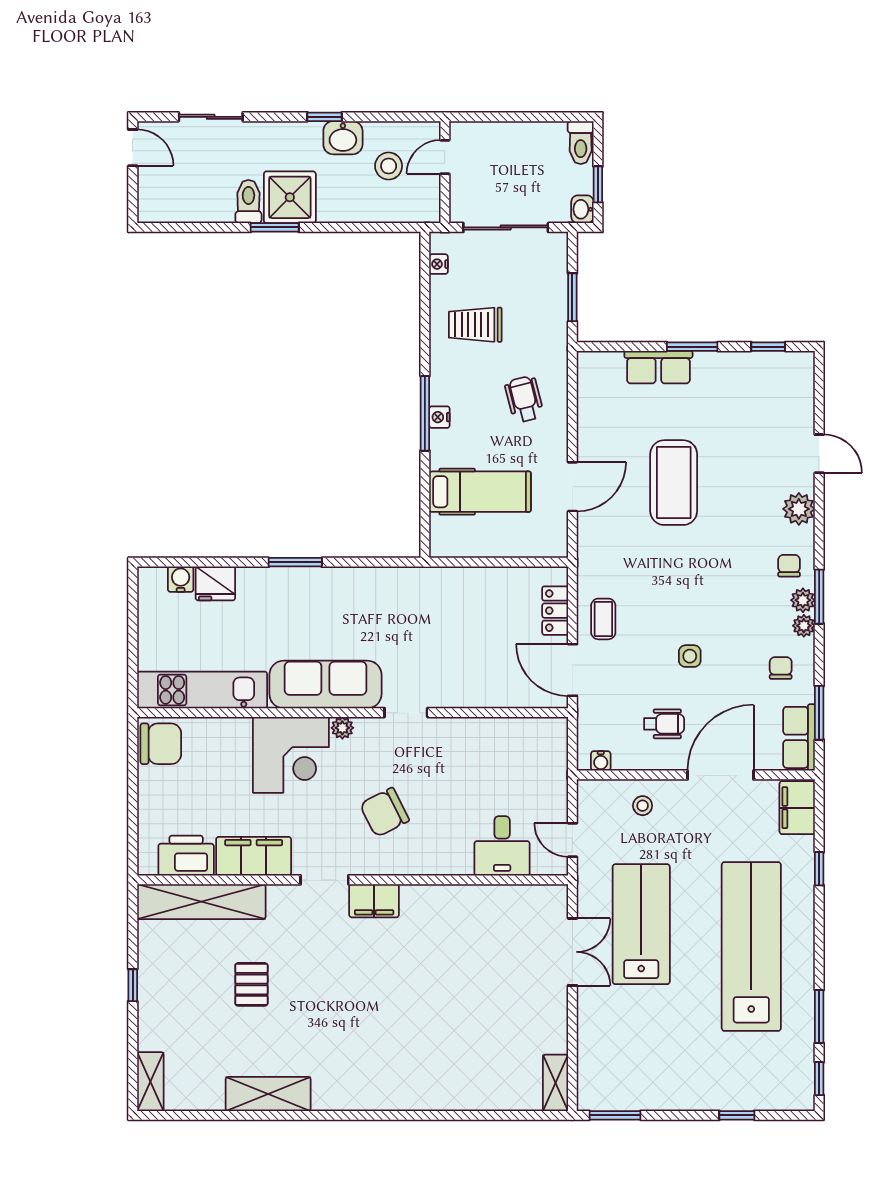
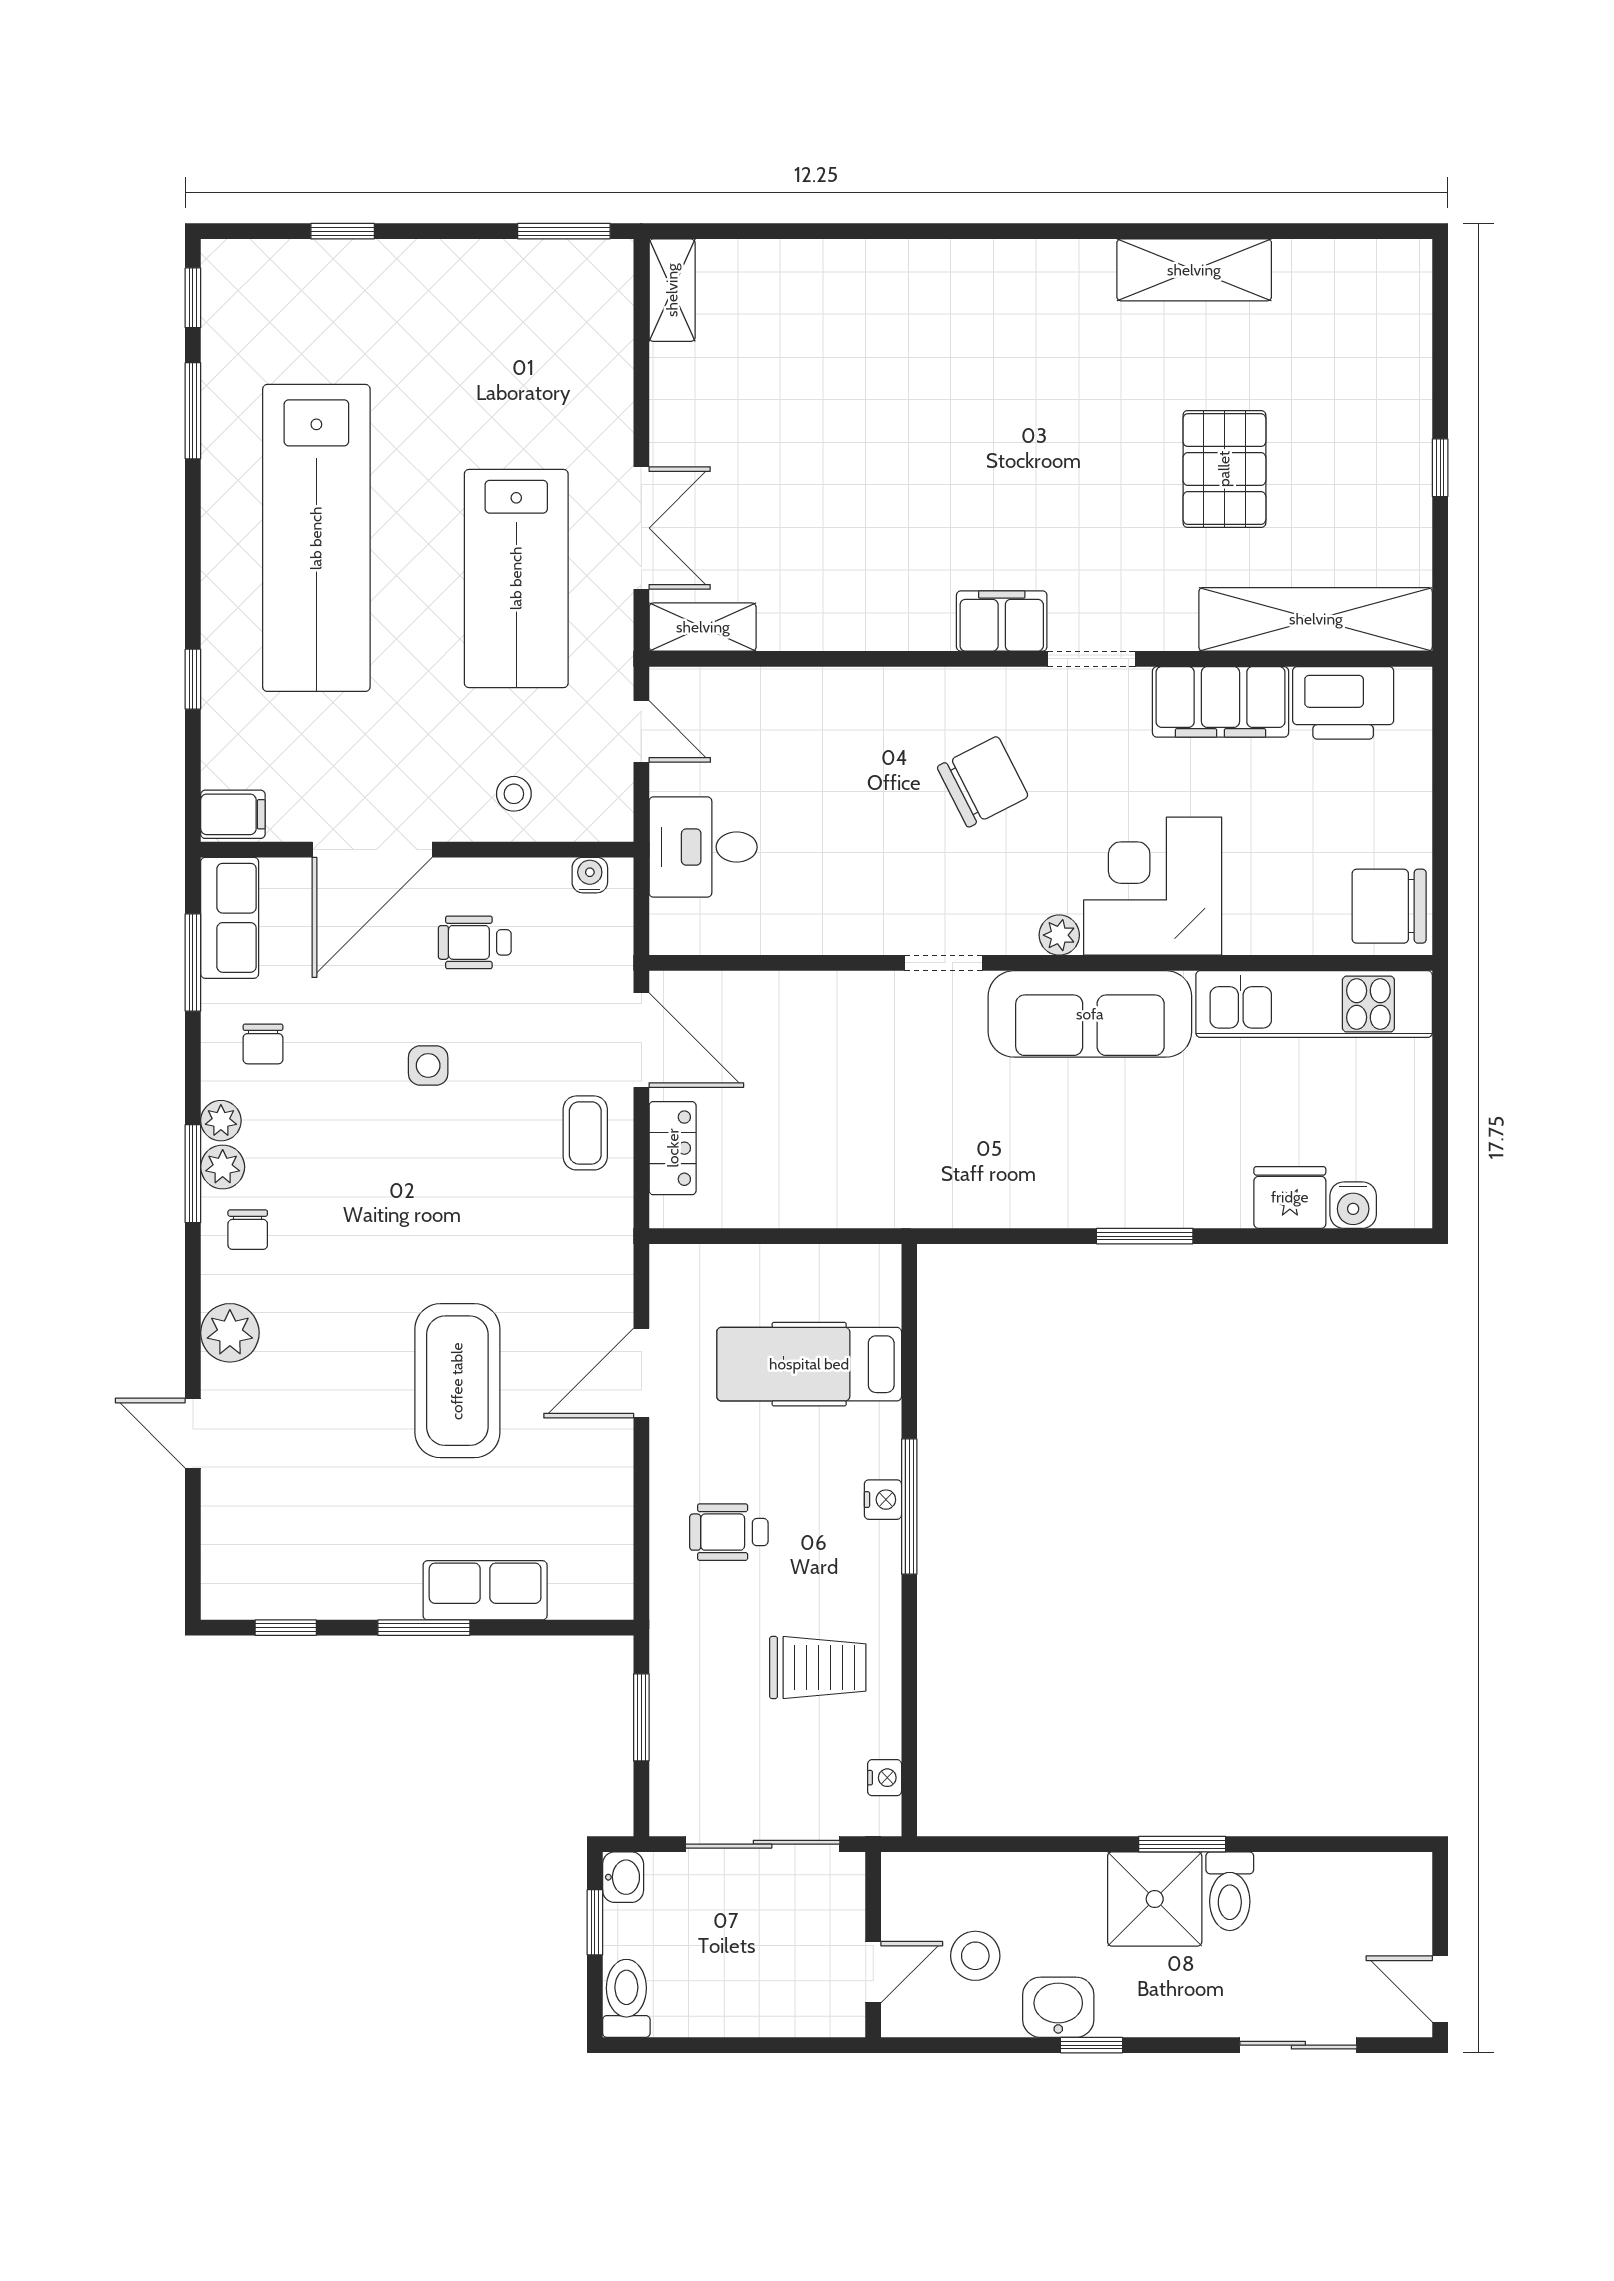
wheelchair: (524, 399) -> (729, 1532), turned 104
filing cabinet: (797, 808) -> (233, 814), width x0.50
desk: (502, 846) -> (703, 847), moved, turned -90
double door: (572, 952) -> (641, 528), swing flipped
pallet: (251, 984) -> (1224, 469), width x1.50, depth x1.42
shelving: (150, 1082) -> (703, 627), moved, turned 90

